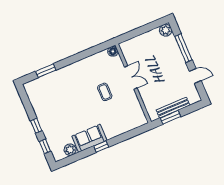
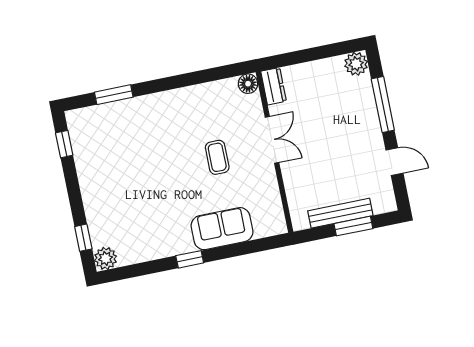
dresser: (126, 50) -> (274, 86), added
window: (171, 117) -> (353, 226), moved
window: (36, 126) -> (64, 144), moved
sofa: (89, 138) -> (222, 229), moved
plant: (70, 150) -> (106, 258), moved

